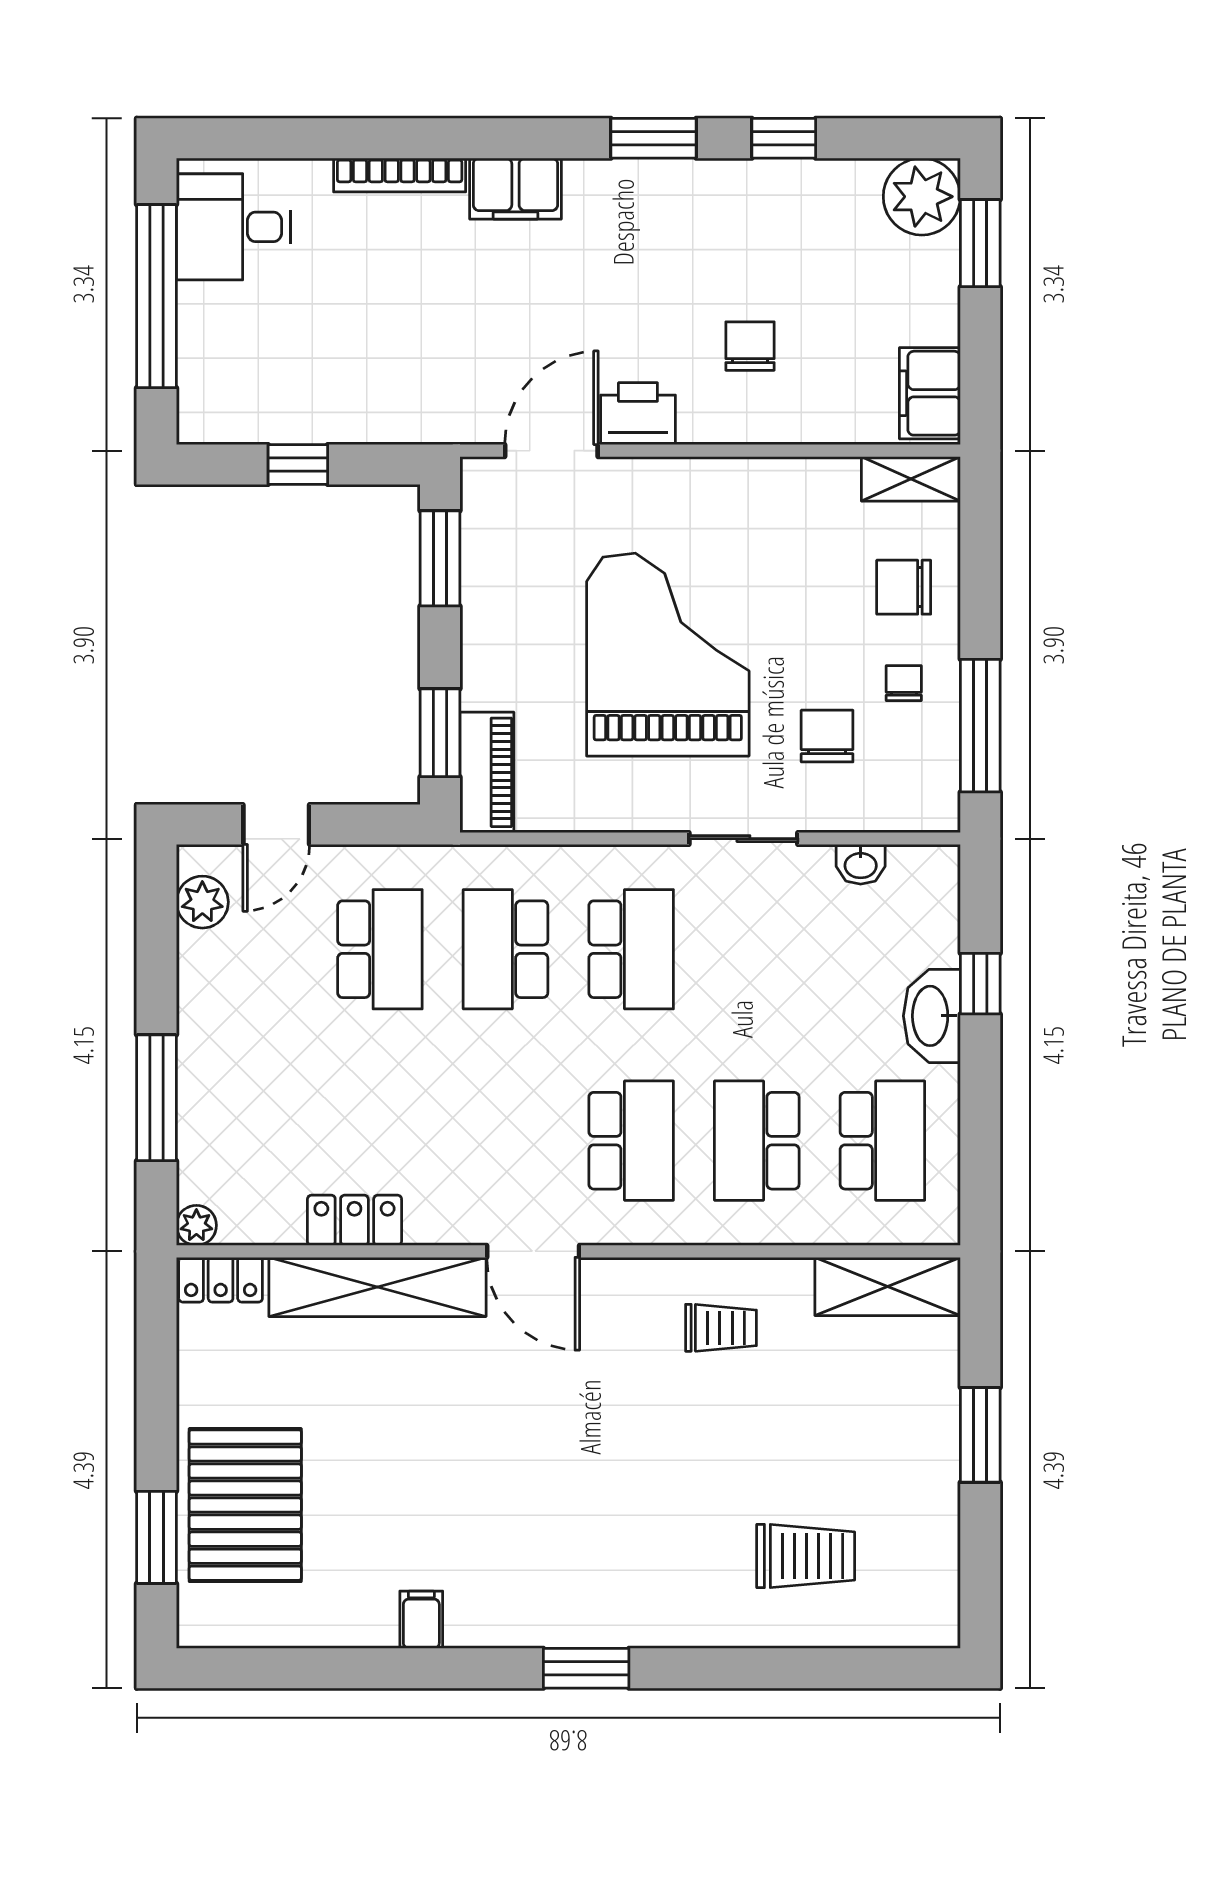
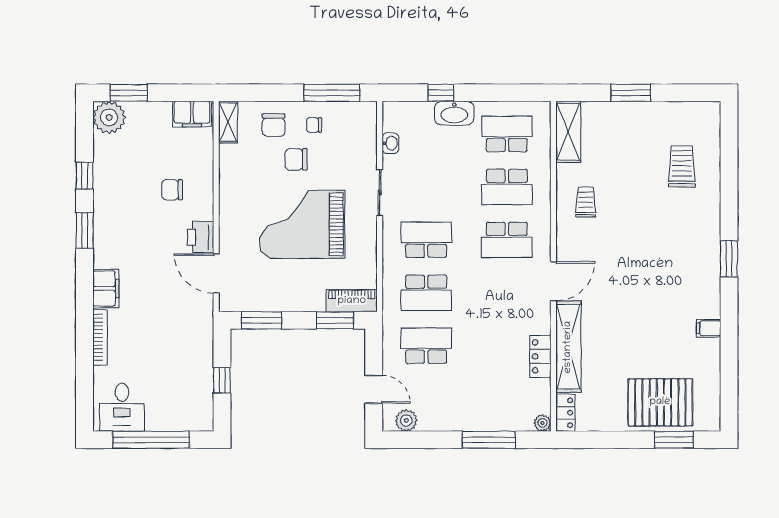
chair: (827, 736) -> (296, 159), moved
school desk: (631, 1141) -> (507, 240), turned 180

